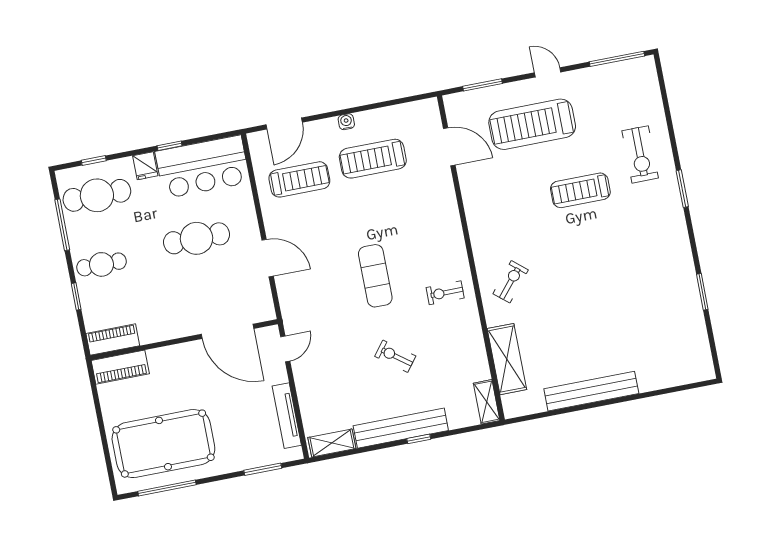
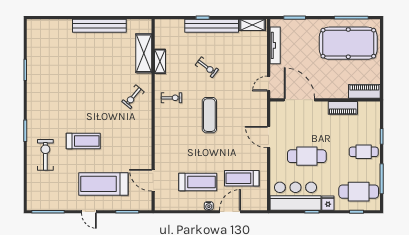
door: (284, 124) -> (230, 212), moved
treadmill: (532, 124) -> (103, 184), turned 180
piano: (113, 340) -> (343, 108), moved
shelving: (487, 402) -> (160, 61), moved

